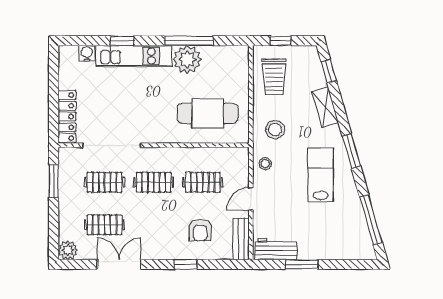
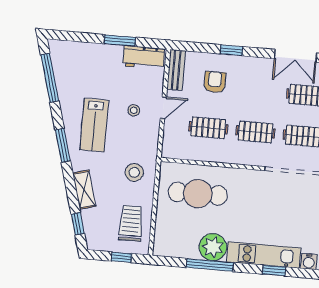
stool: (265, 164) -> (134, 110), moved

